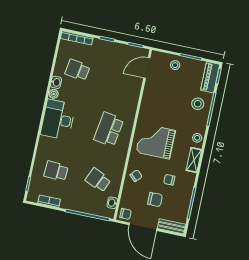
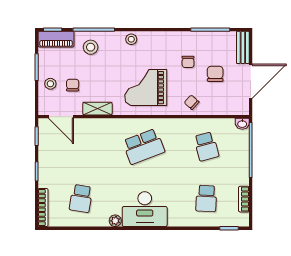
washbasin: (56, 82) -> (101, 221), removed
school desk: (109, 129) -> (144, 146), turned -30
grand piano: (156, 141) -> (146, 88), turned 90
shelving: (194, 160) -> (97, 109), moved
school desk: (98, 180) -> (206, 146), turned -39
washbasin: (112, 203) -> (242, 124), moved
chair: (125, 214) -> (73, 85), moved

